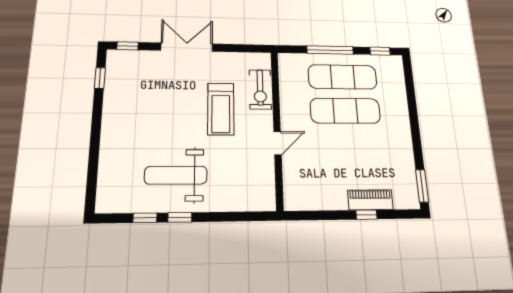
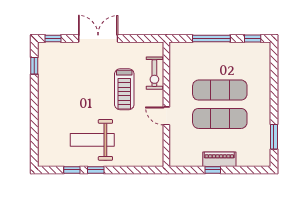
exercise mat: (342, 77) -> (220, 118), moved
door: (278, 143) -> (166, 116), swing flipped
window: (422, 186) -> (274, 137), moved
piano: (370, 200) -> (219, 159), moved
window: (366, 215) -> (213, 170), moved

